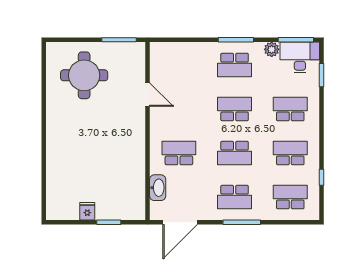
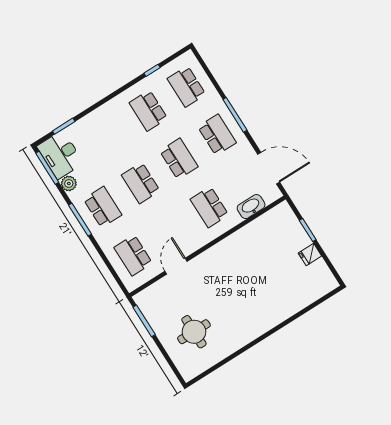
round table: (84, 75) -> (194, 332), width x0.73, depth x0.73
school desk: (290, 109) -> (133, 255), moved

